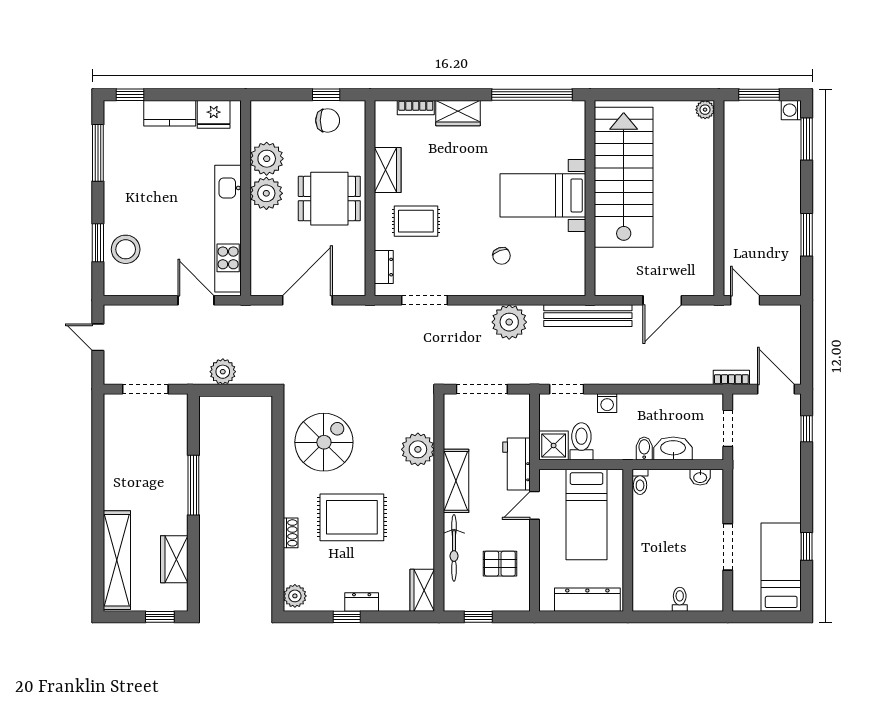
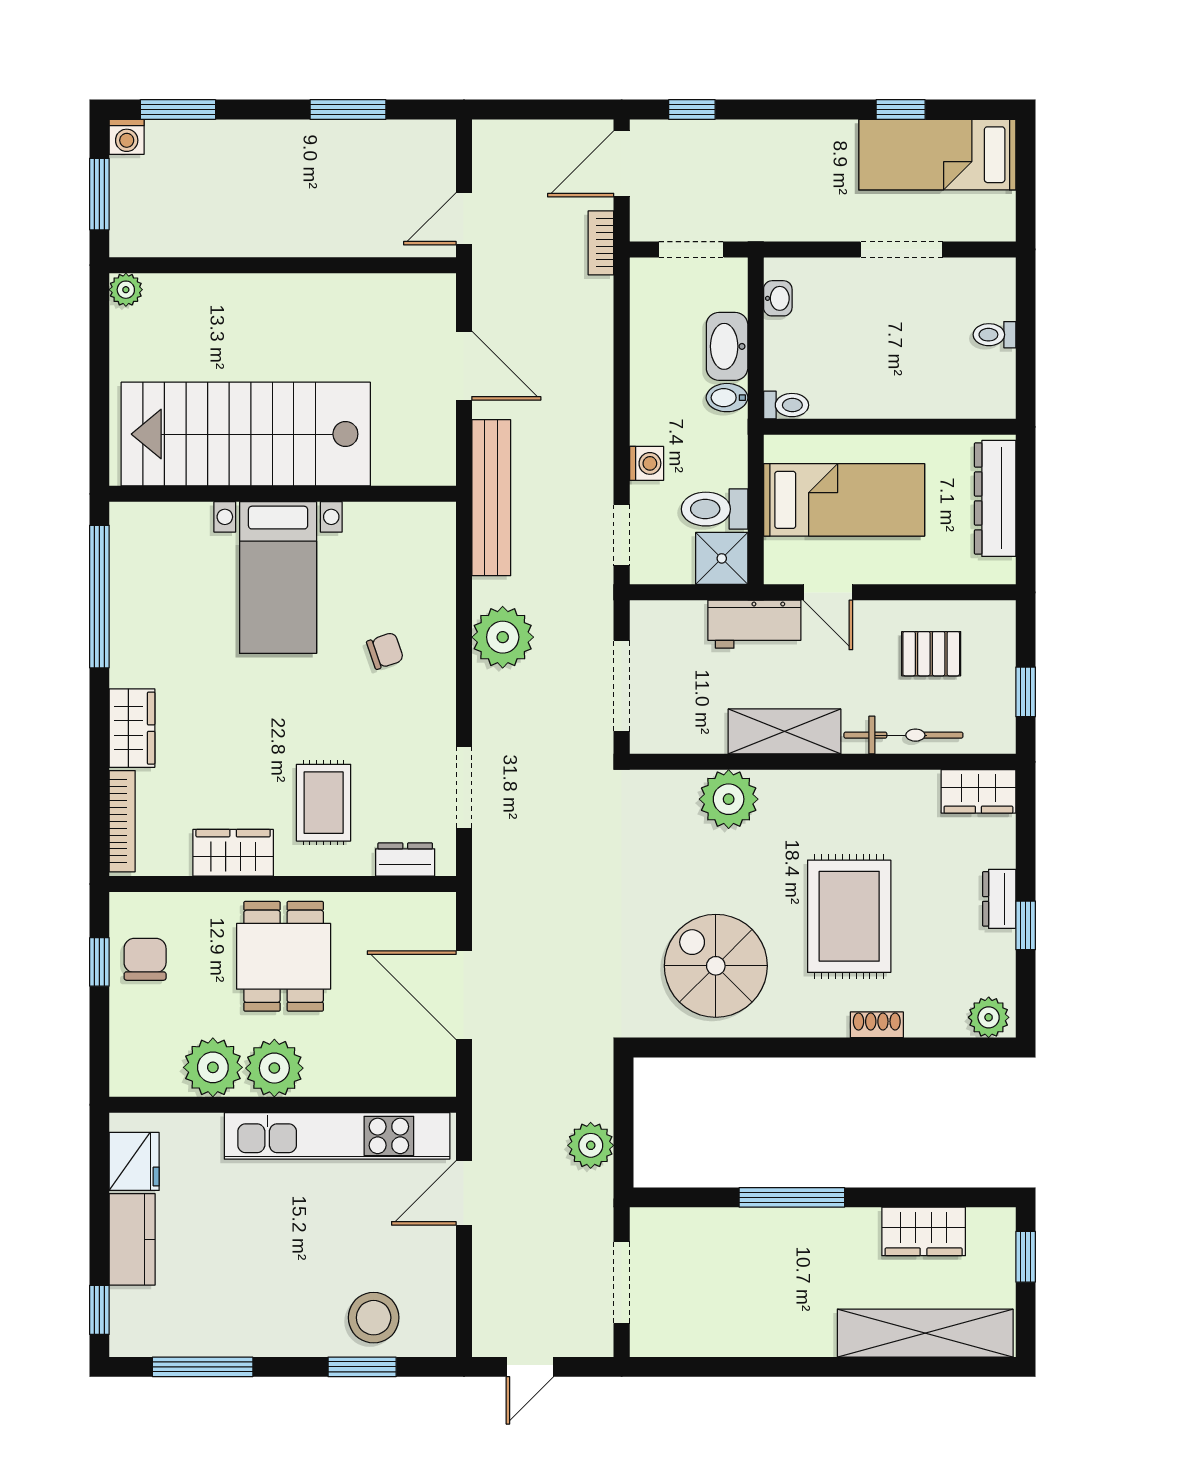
bookcase: (416, 108) -> (122, 821), width x1.56
pallet: (500, 564) -> (931, 654), turned 90

